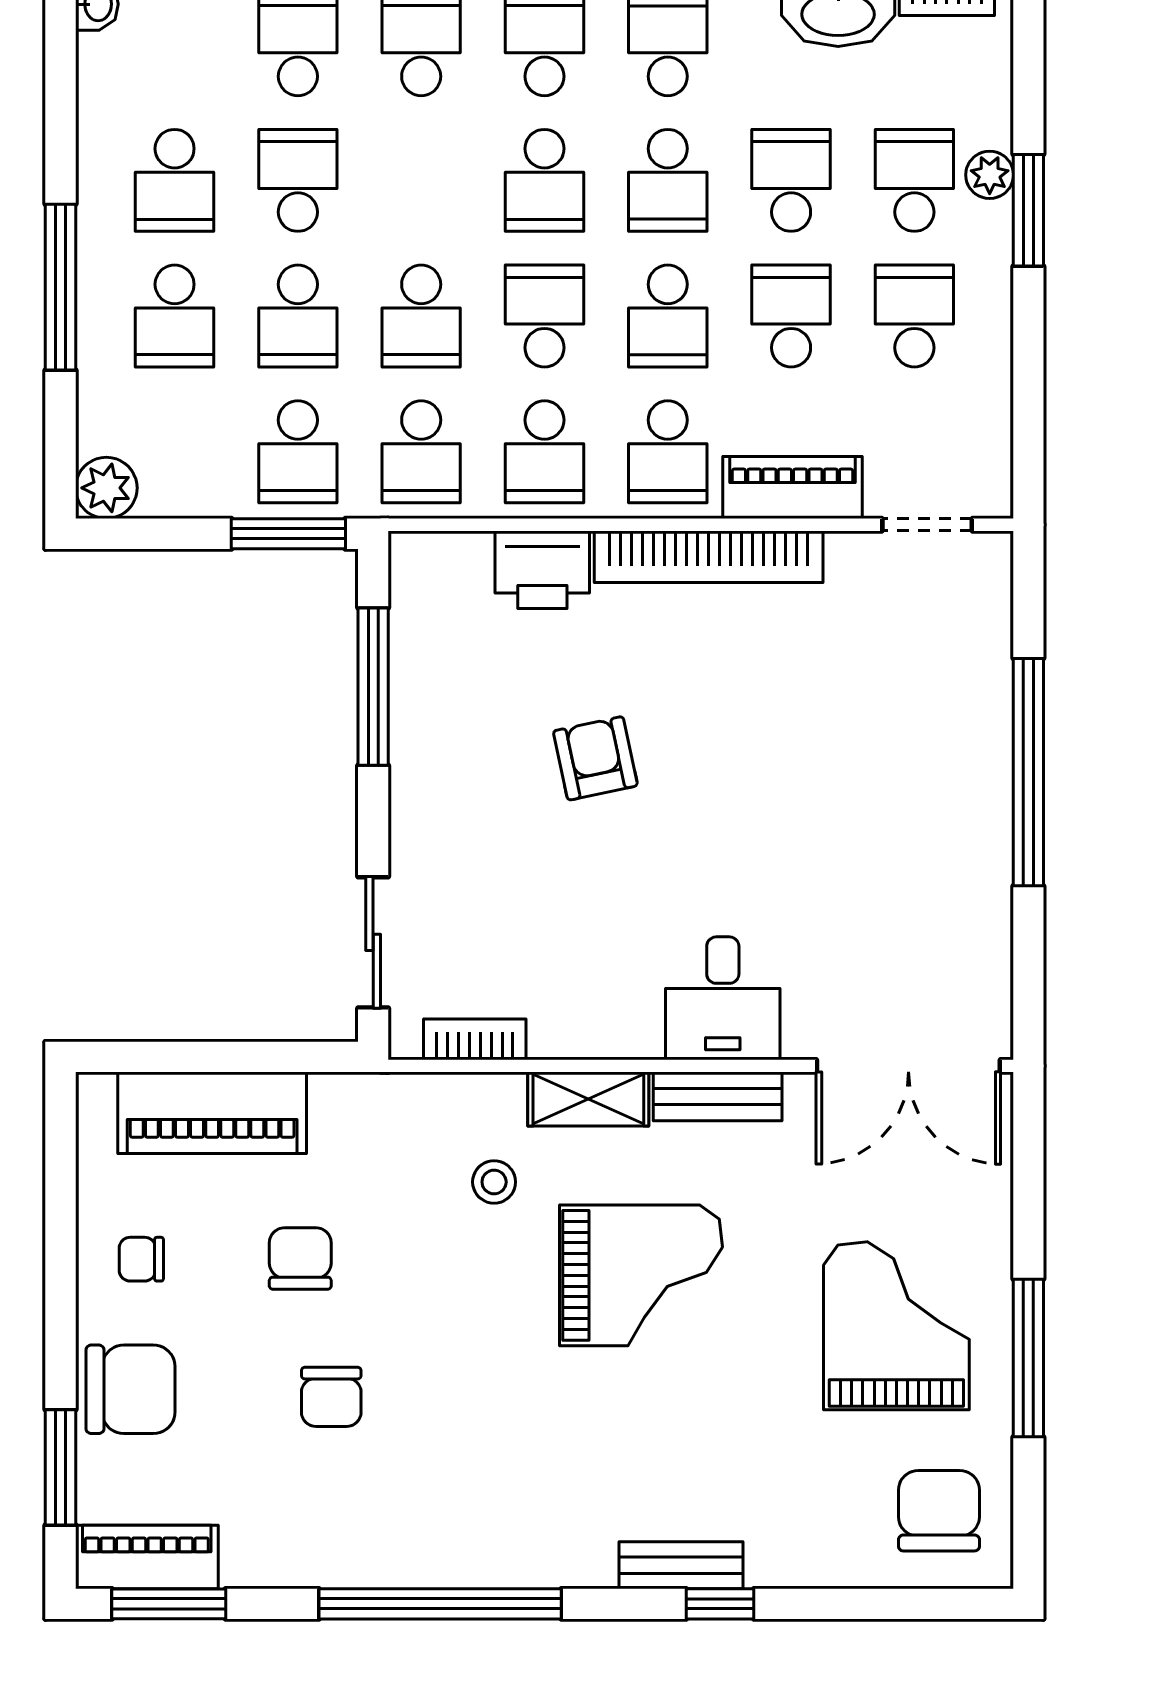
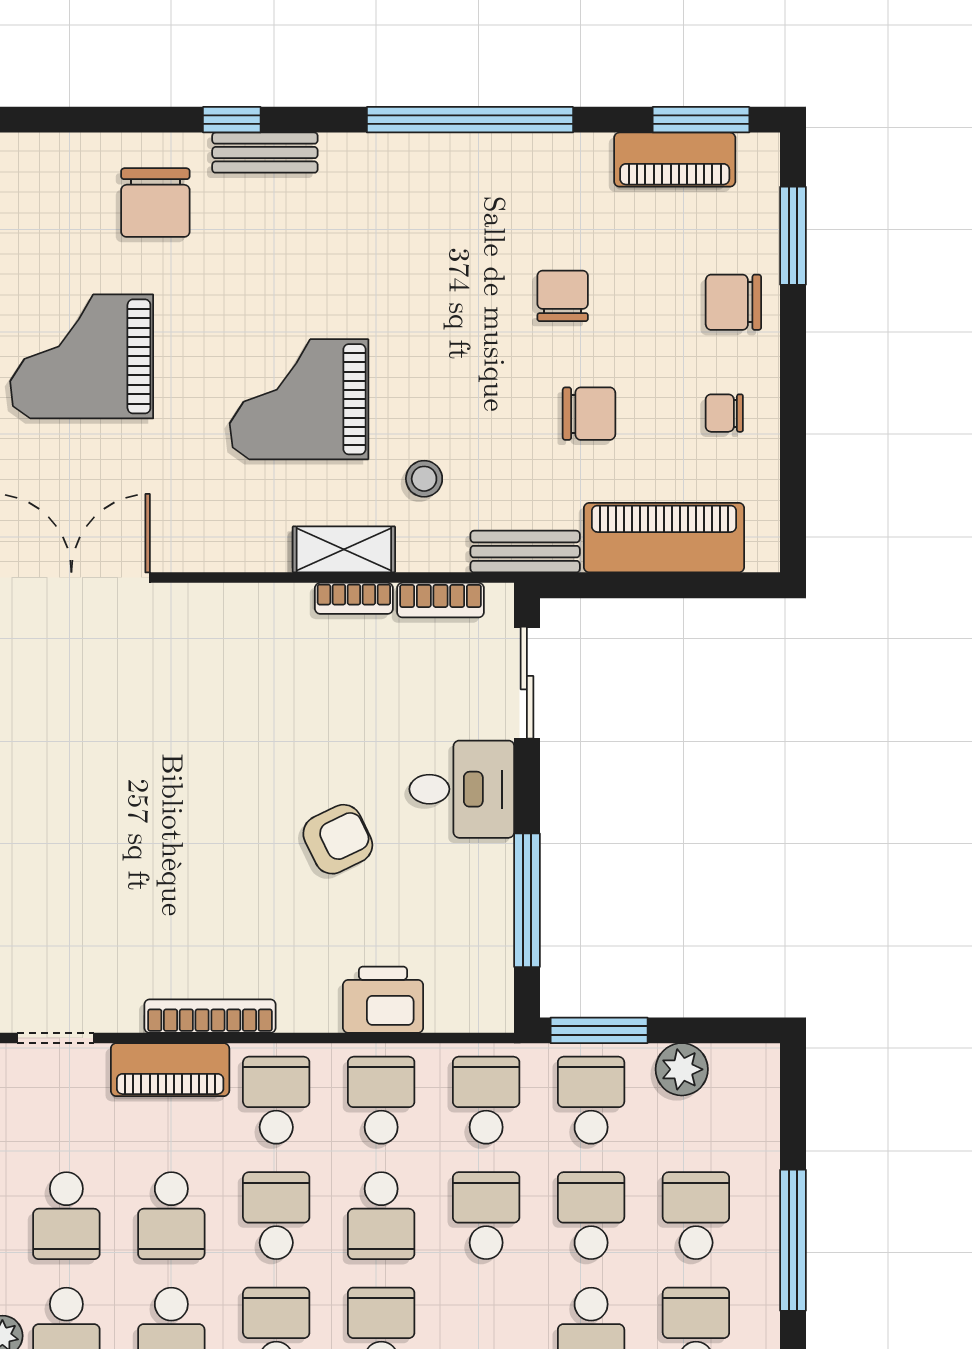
plant: (106, 488) -> (682, 1069), moved
bookcase: (709, 557) -> (210, 1016), width x0.68, depth x0.76
armchair: (595, 758) -> (338, 839), turned -104
desk: (723, 998) -> (462, 789), moved, turned 90
bookcase: (576, 1041) -> (354, 598), added
bench: (718, 1096) -> (525, 552), moved
chair: (300, 1258) -> (589, 414), turned -90
chair: (141, 1259) -> (724, 413), turned 180
grand piano: (896, 1326) -> (82, 356), turned 90
chair: (131, 1389) -> (733, 302), width x0.73, depth x0.73
chair: (939, 1511) -> (155, 203), moved
piano: (147, 1557) -> (675, 160), moved

